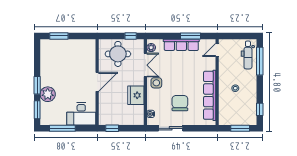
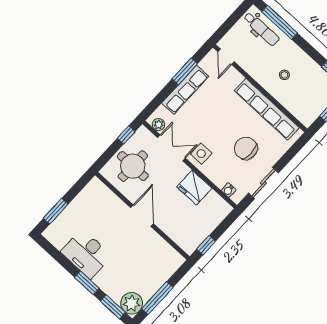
plant: (48, 94) -> (132, 303), moved
desk: (81, 114) -> (86, 254), moved, turned 90

